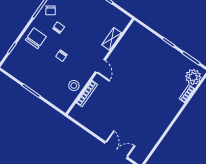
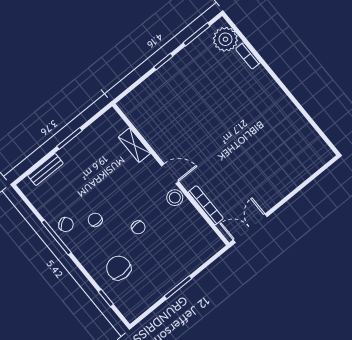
chair: (36, 38) -> (119, 268), moved
stool: (74, 86) -> (175, 198), moved
double door: (116, 150) -> (250, 228), moved

